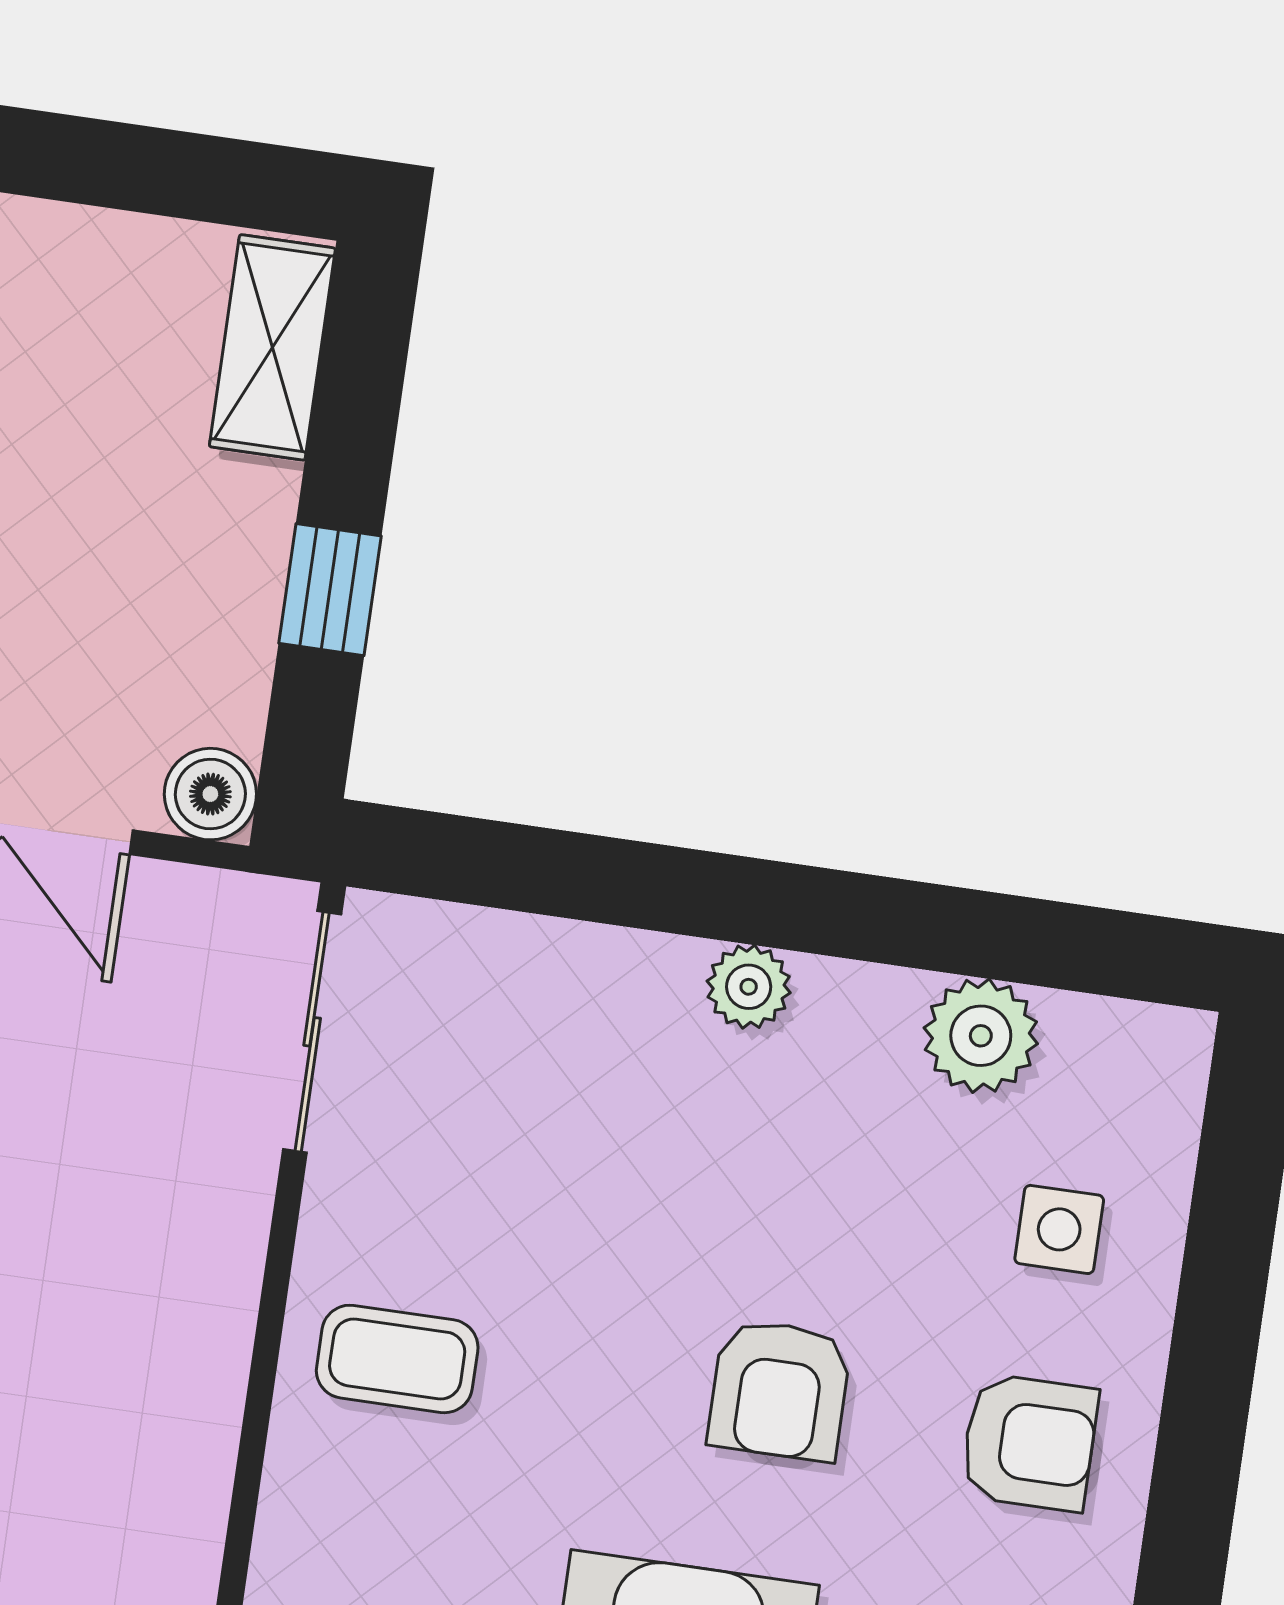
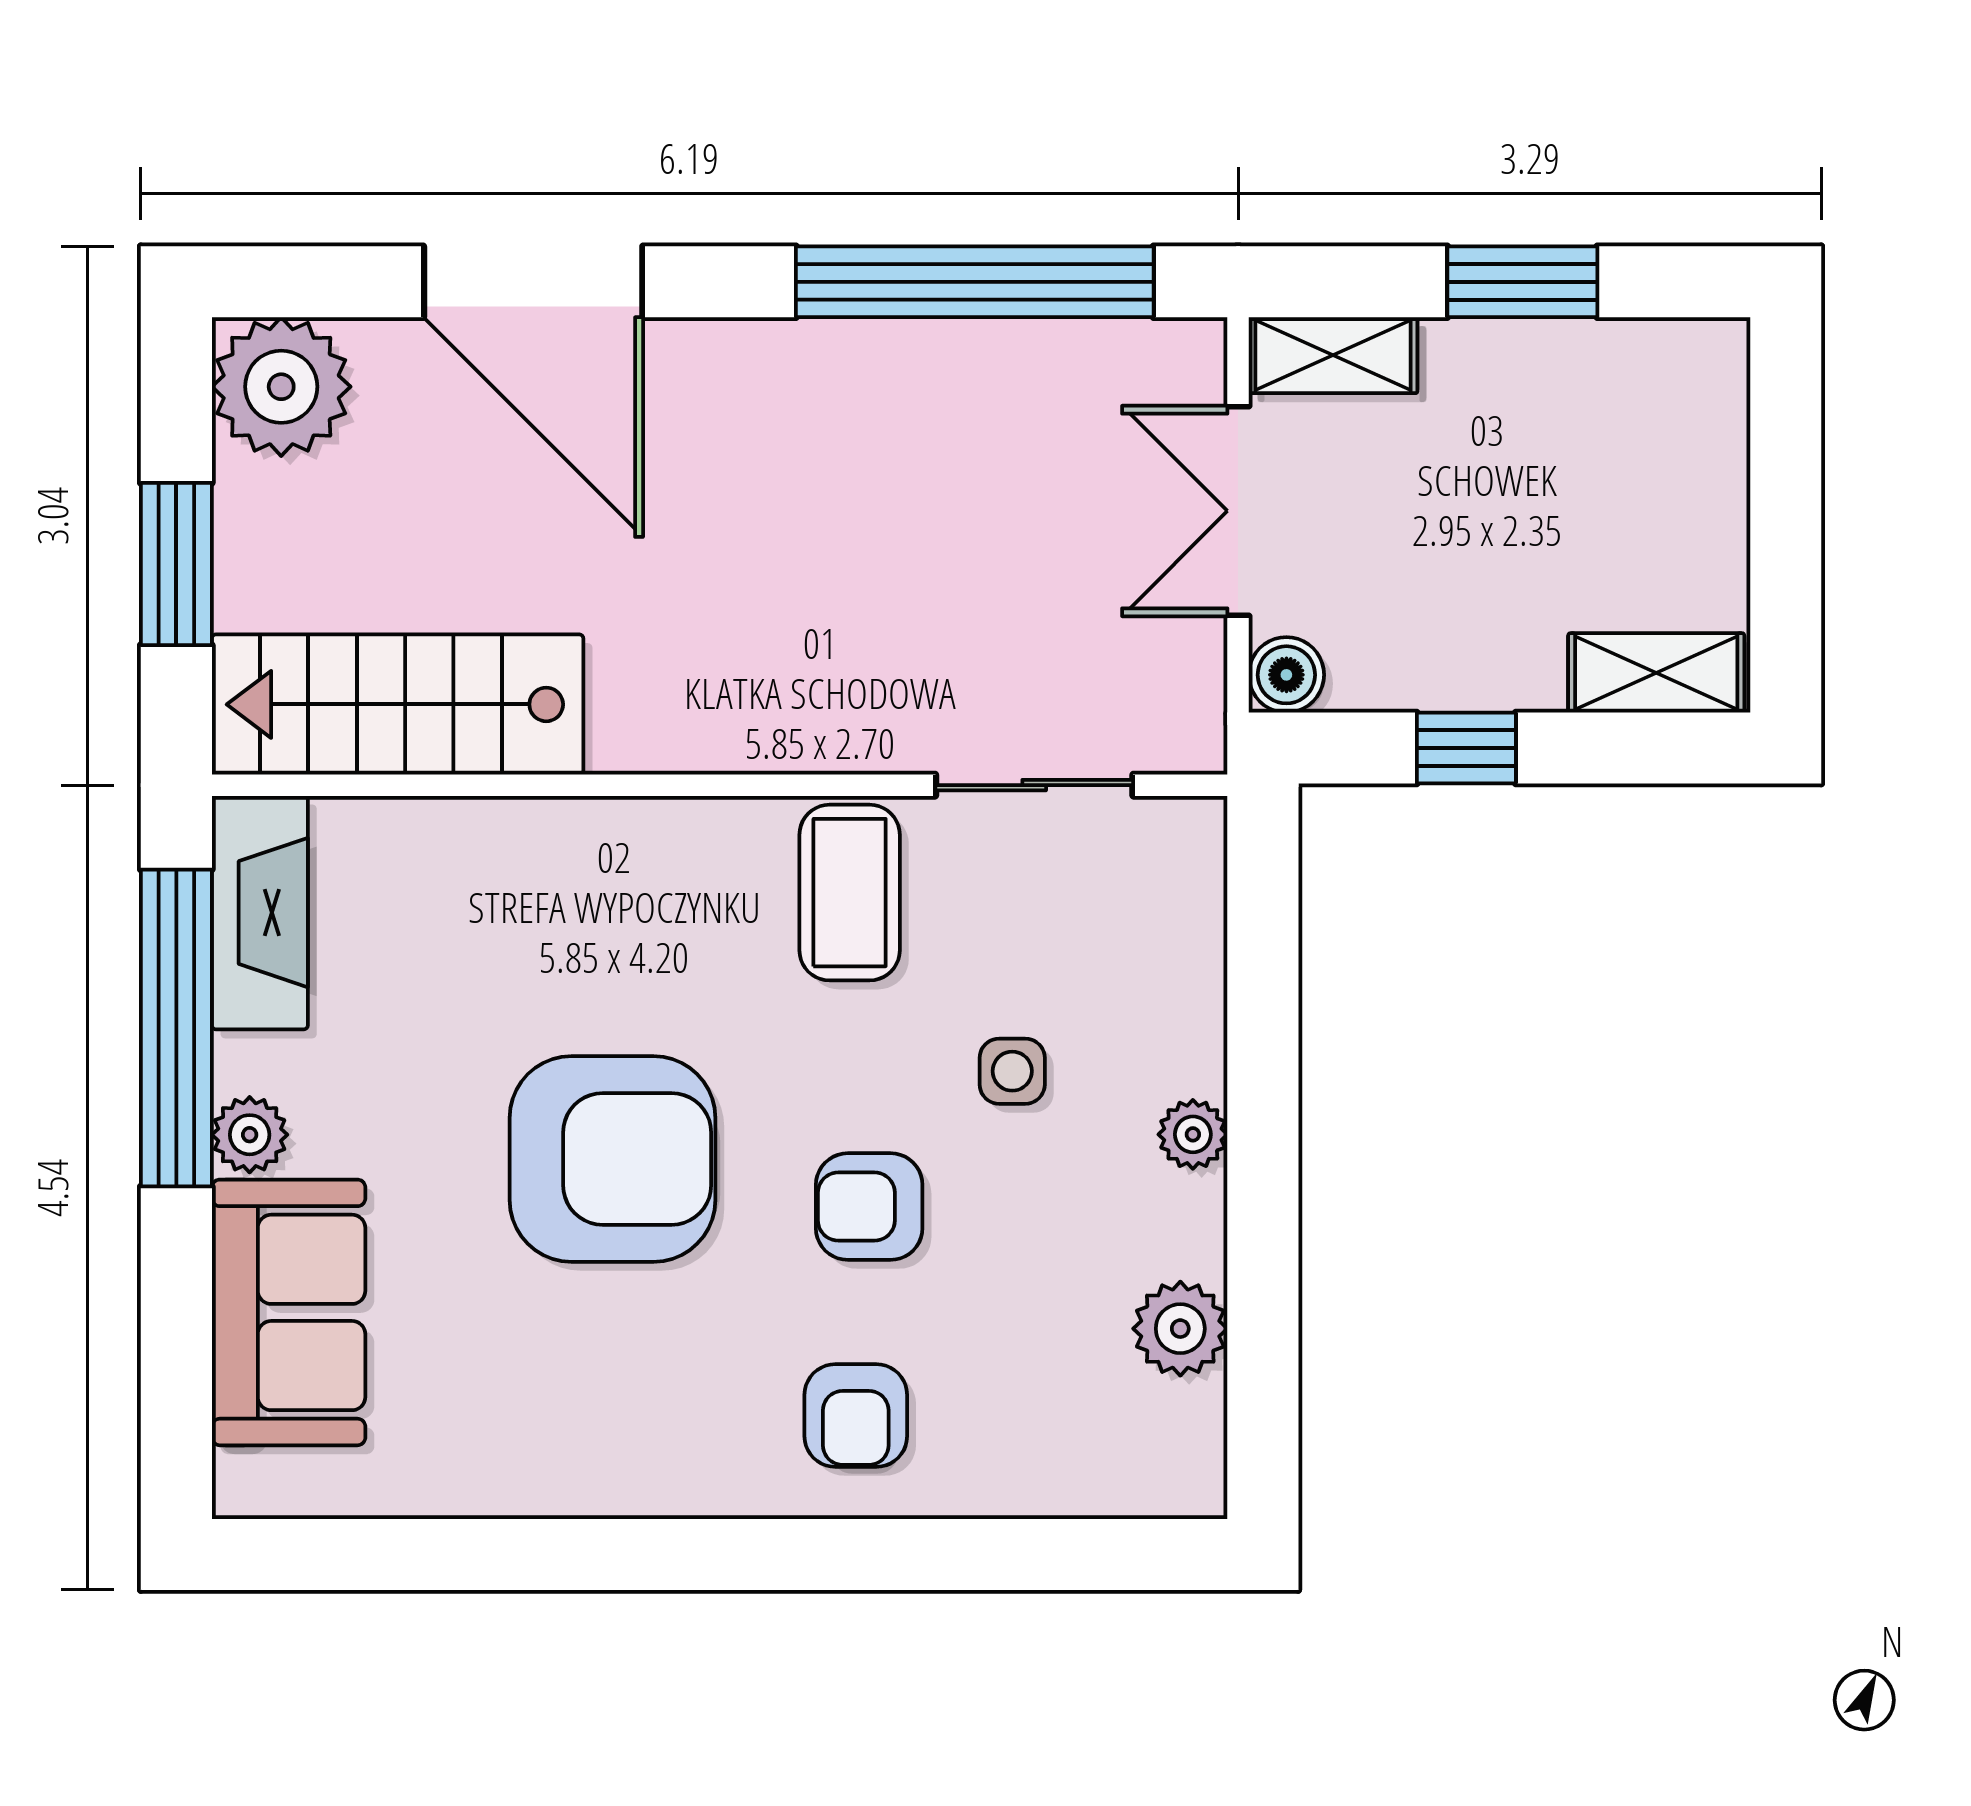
sliding door: (312, 1032) -> (1034, 785), moved
side table: (1059, 1229) -> (1012, 1071), moved
coffee table: (397, 1359) -> (850, 893), width x1.36, depth x1.30

